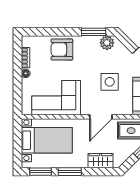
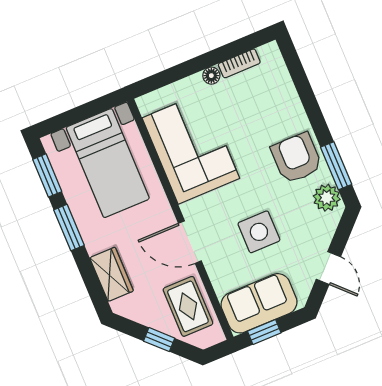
armchair: (62, 49) -> (296, 158), moved

